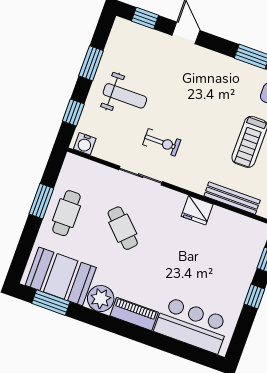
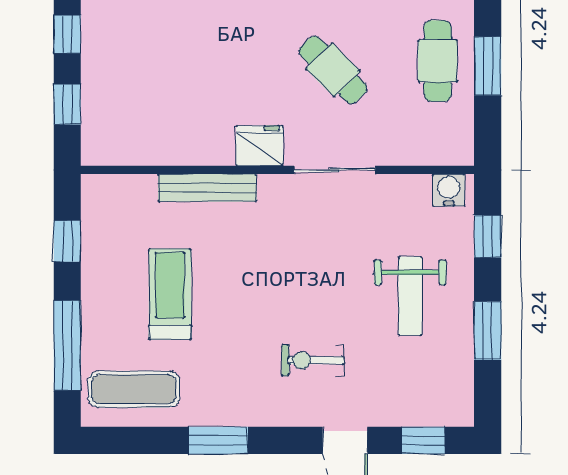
weight bench: (125, 96) -> (410, 296), turned -90
exercise bike: (162, 142) -> (313, 360), moved
bench: (232, 198) -> (207, 188), moved
fridge: (197, 210) -> (260, 146), moved

